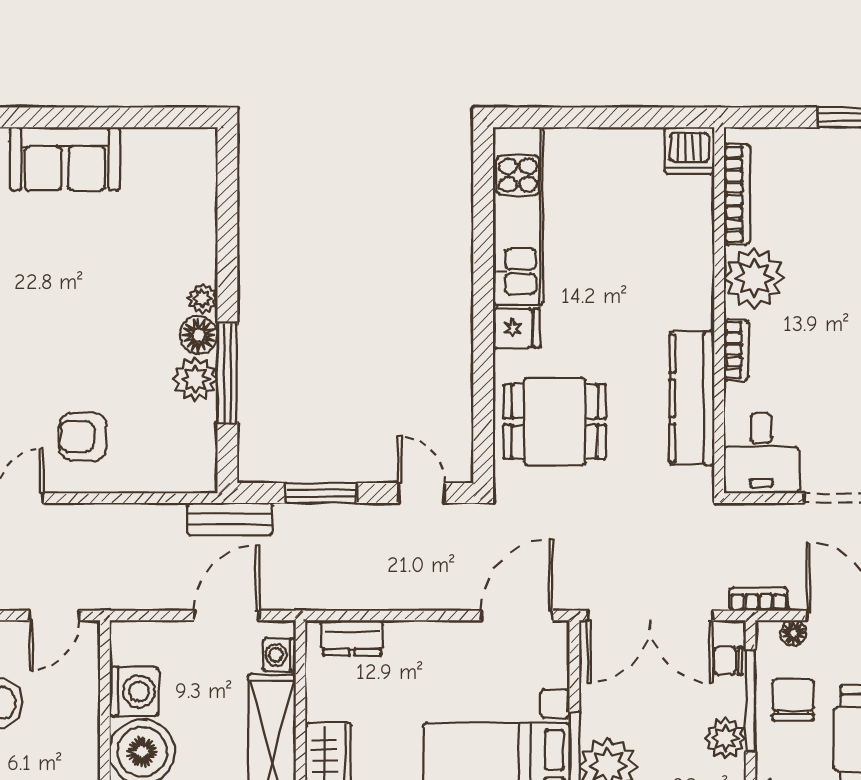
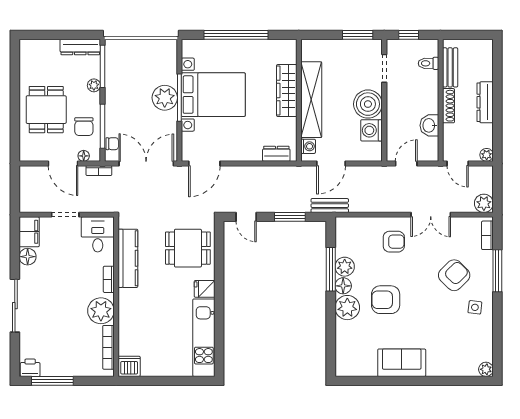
plant: (203, 298) -> (347, 308), width x1.88, depth x1.88
armchair: (102, 303) -> (386, 300), added
plant: (725, 738) -> (113, 110), removed

